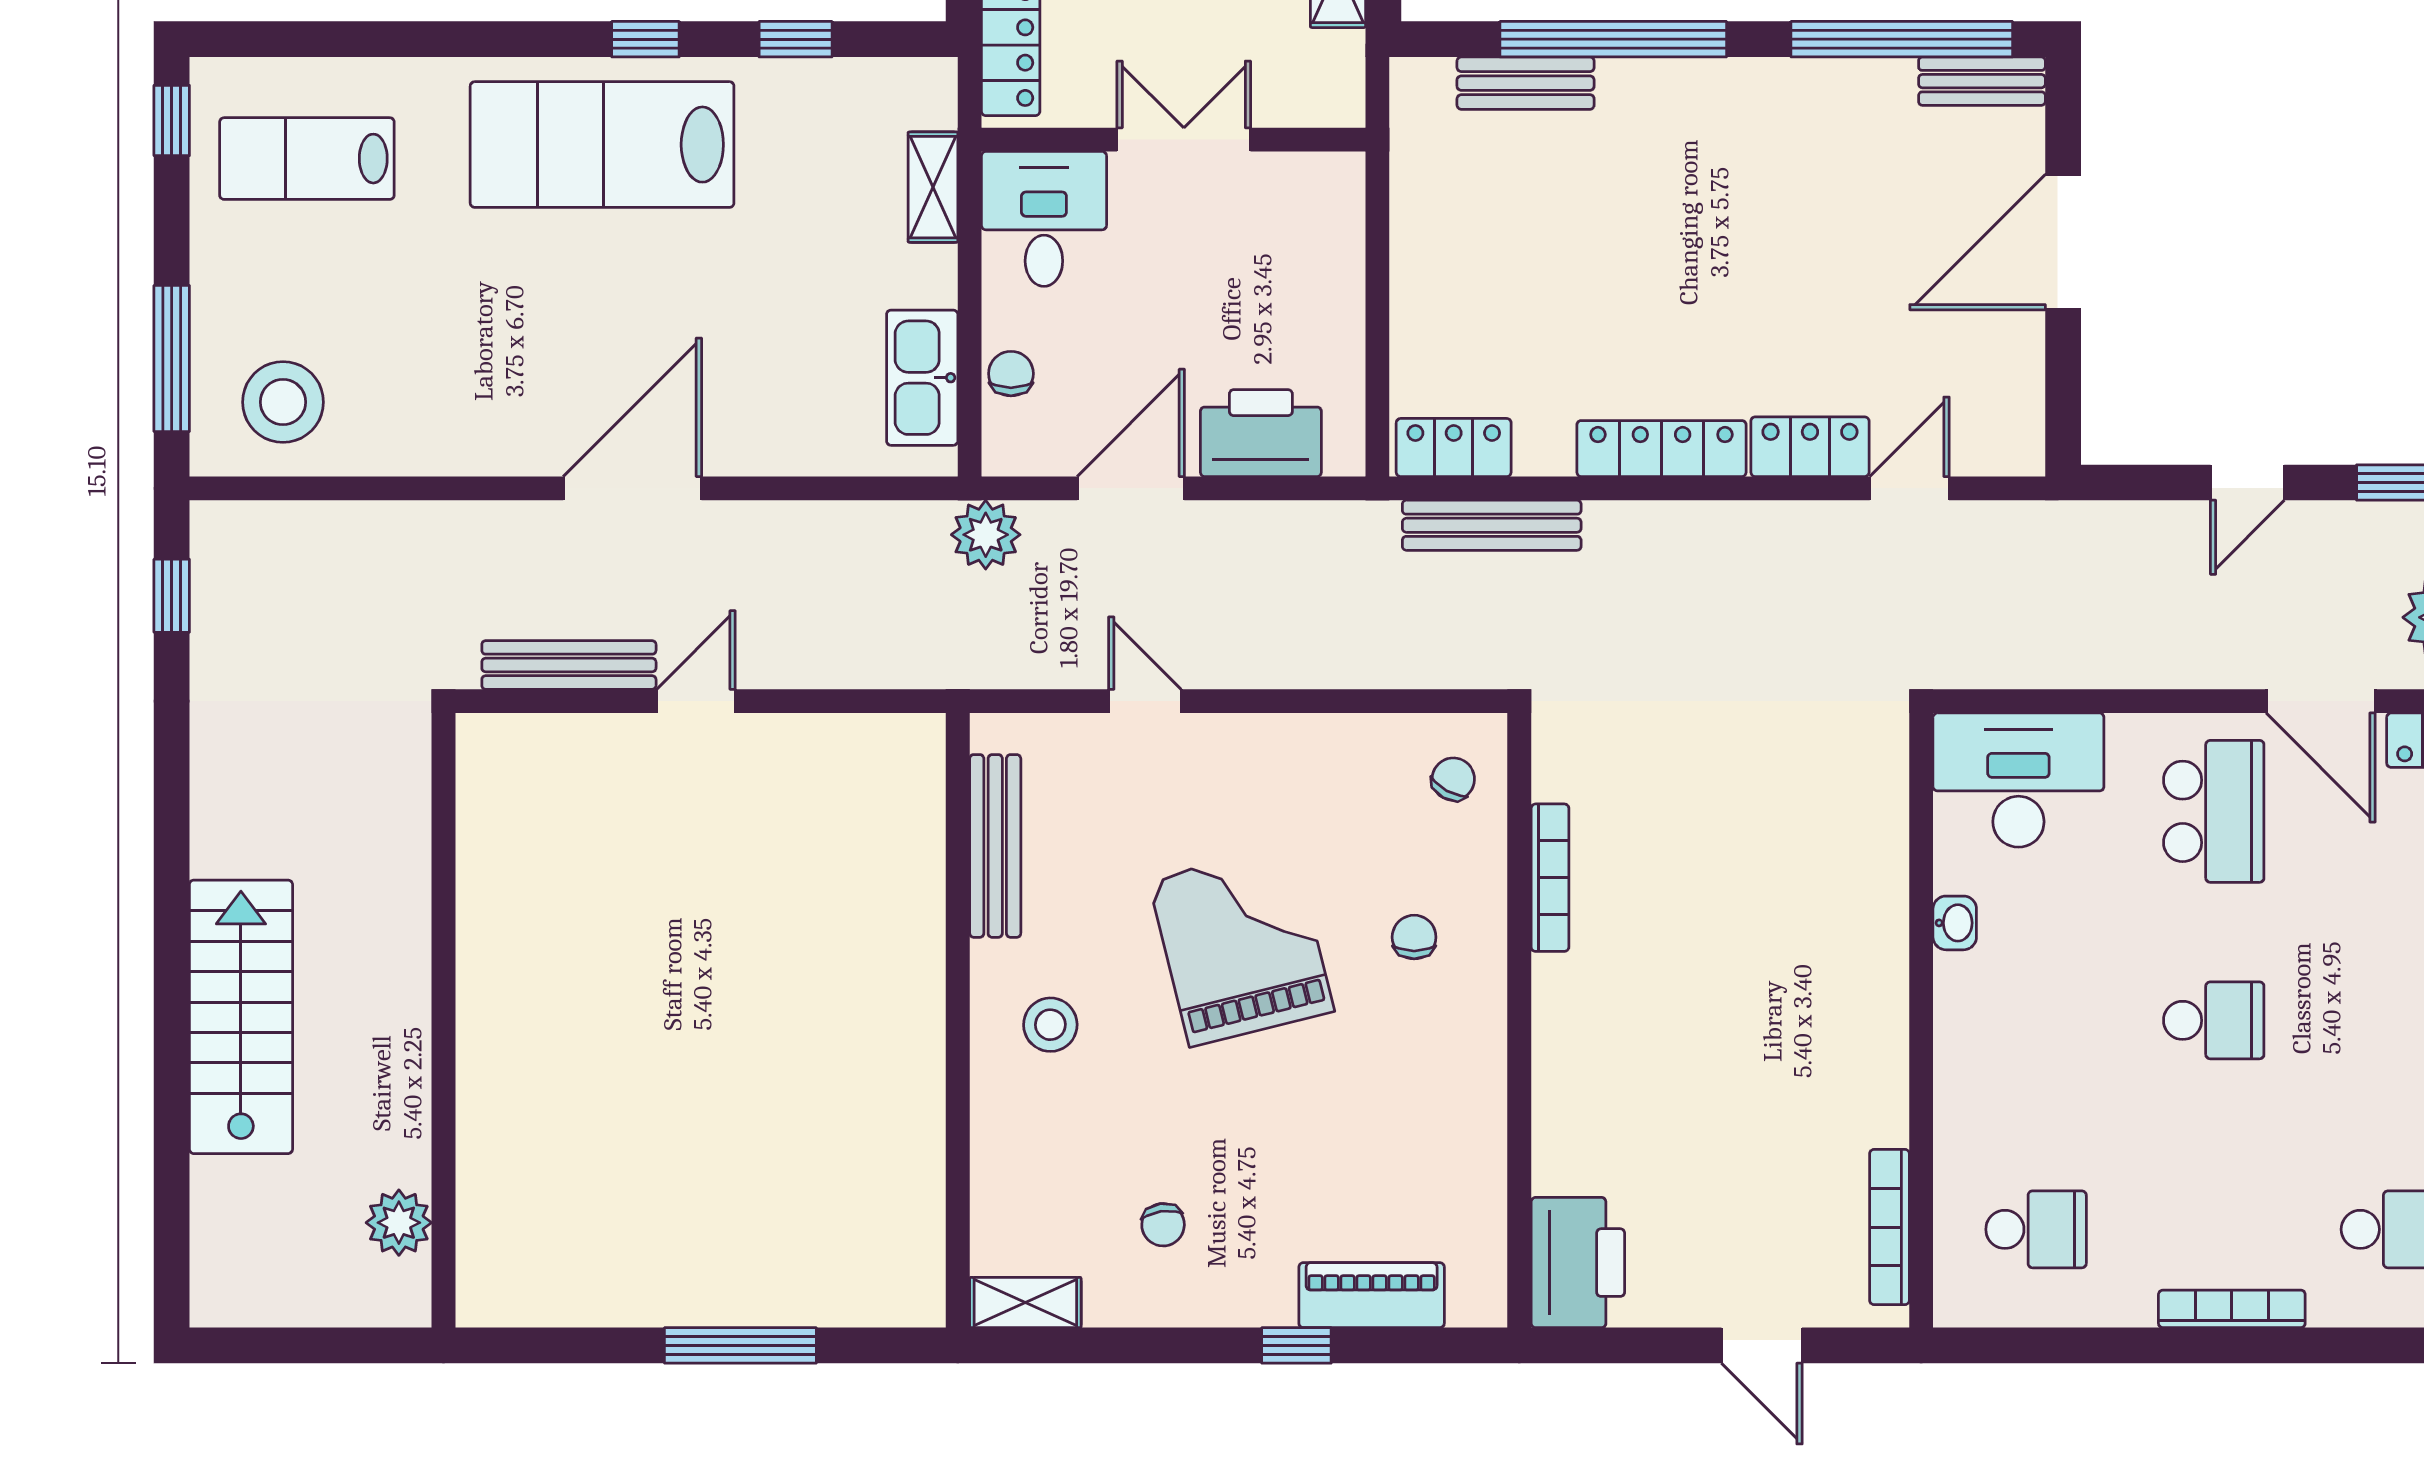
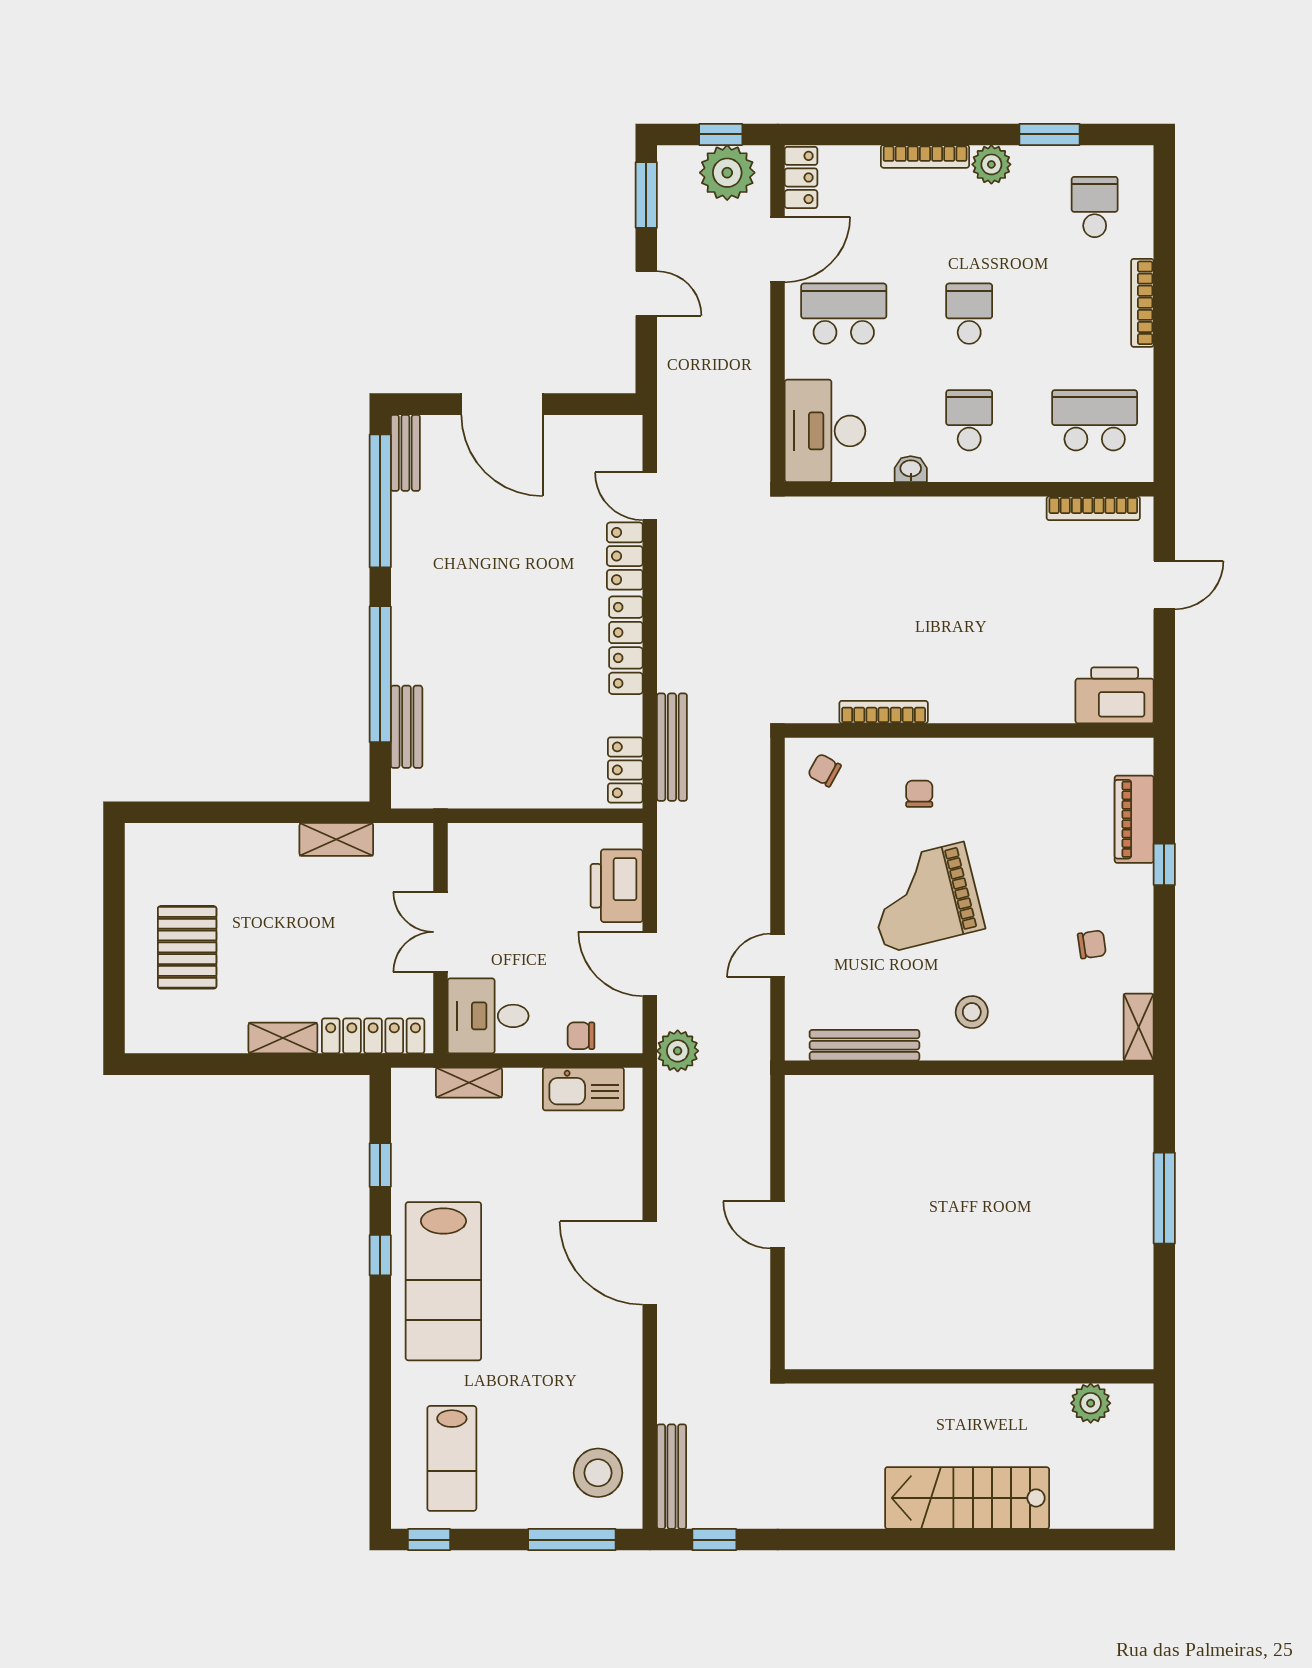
bench: (569, 665) -> (672, 1477), moved
chair: (1414, 937) -> (919, 794), turned 90
school desk: (2036, 1020) -> (969, 420), added
school desk: (2036, 1229) -> (1095, 420), width x1.85

